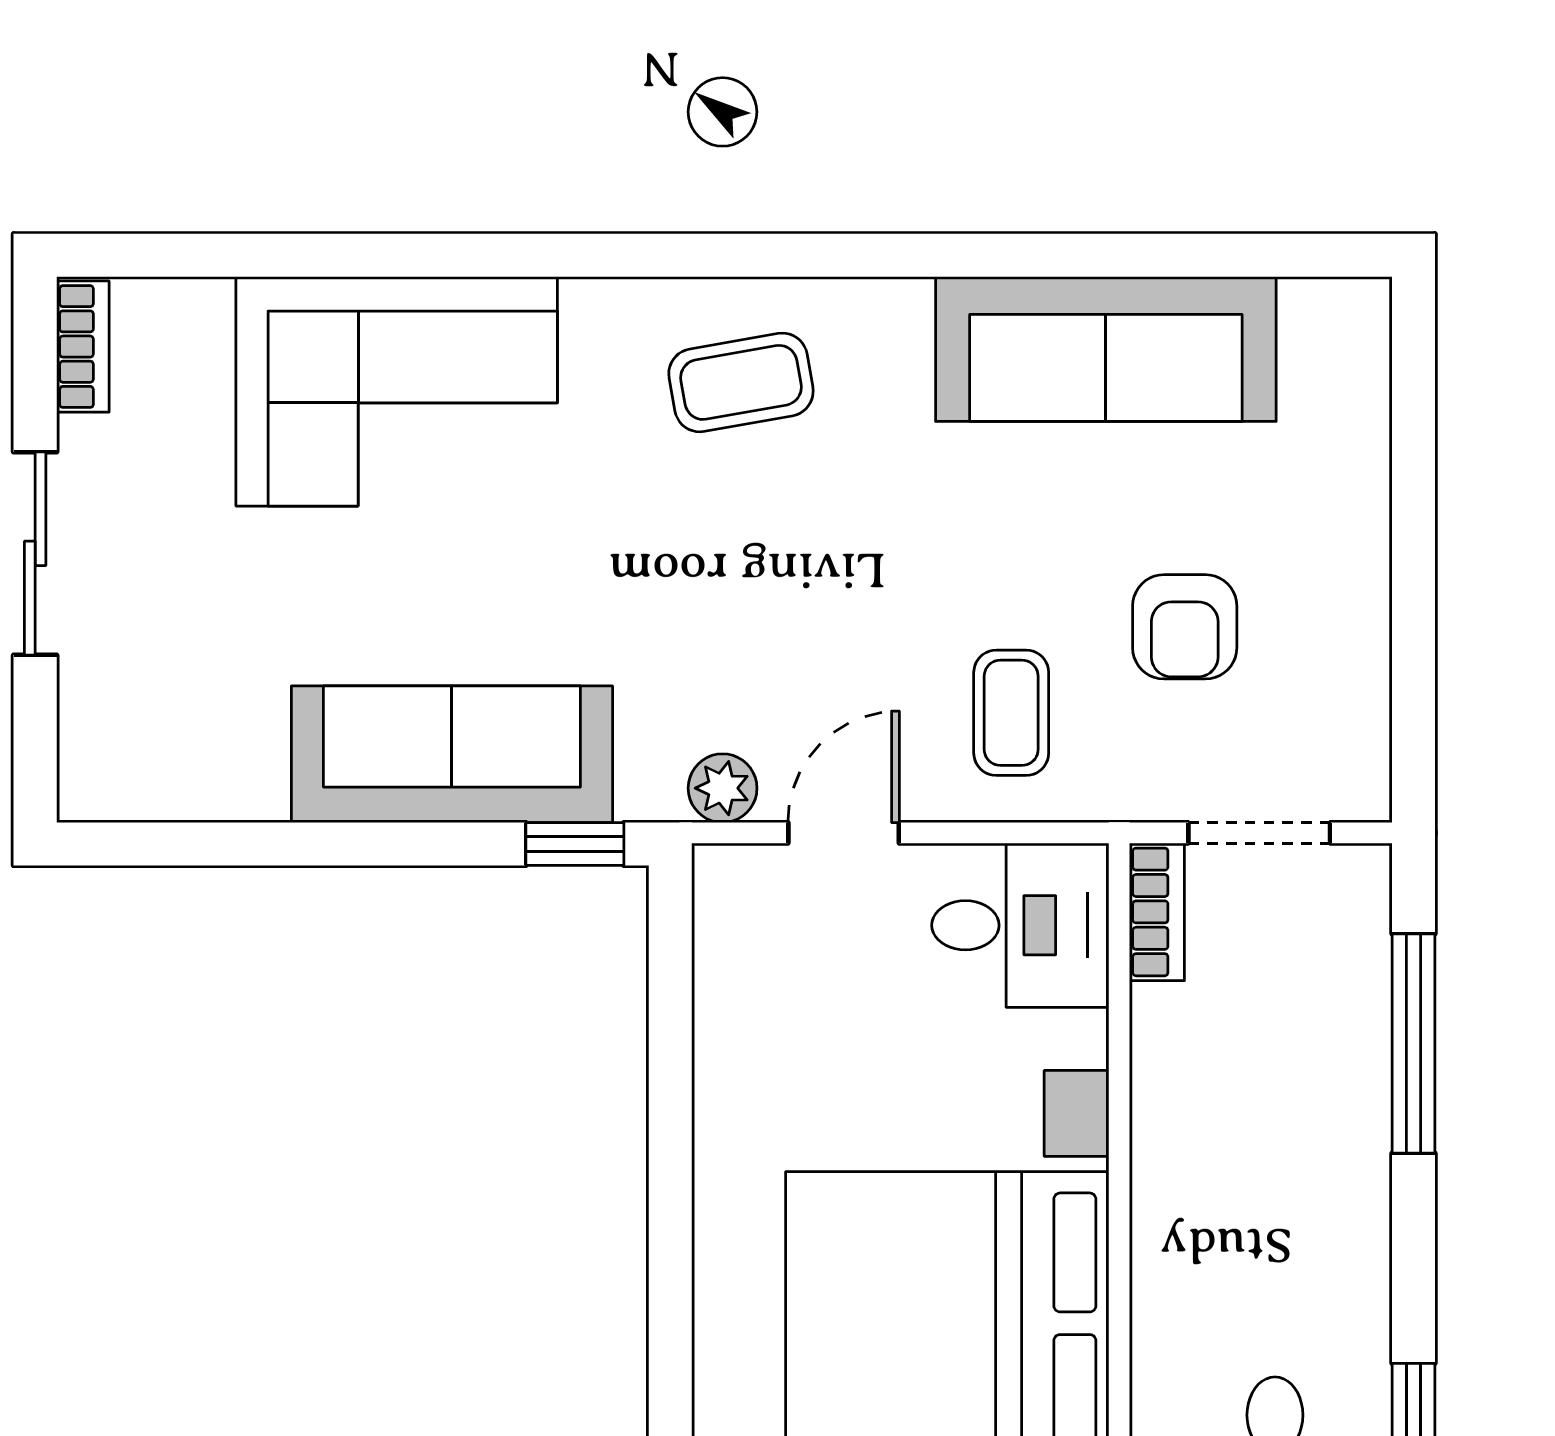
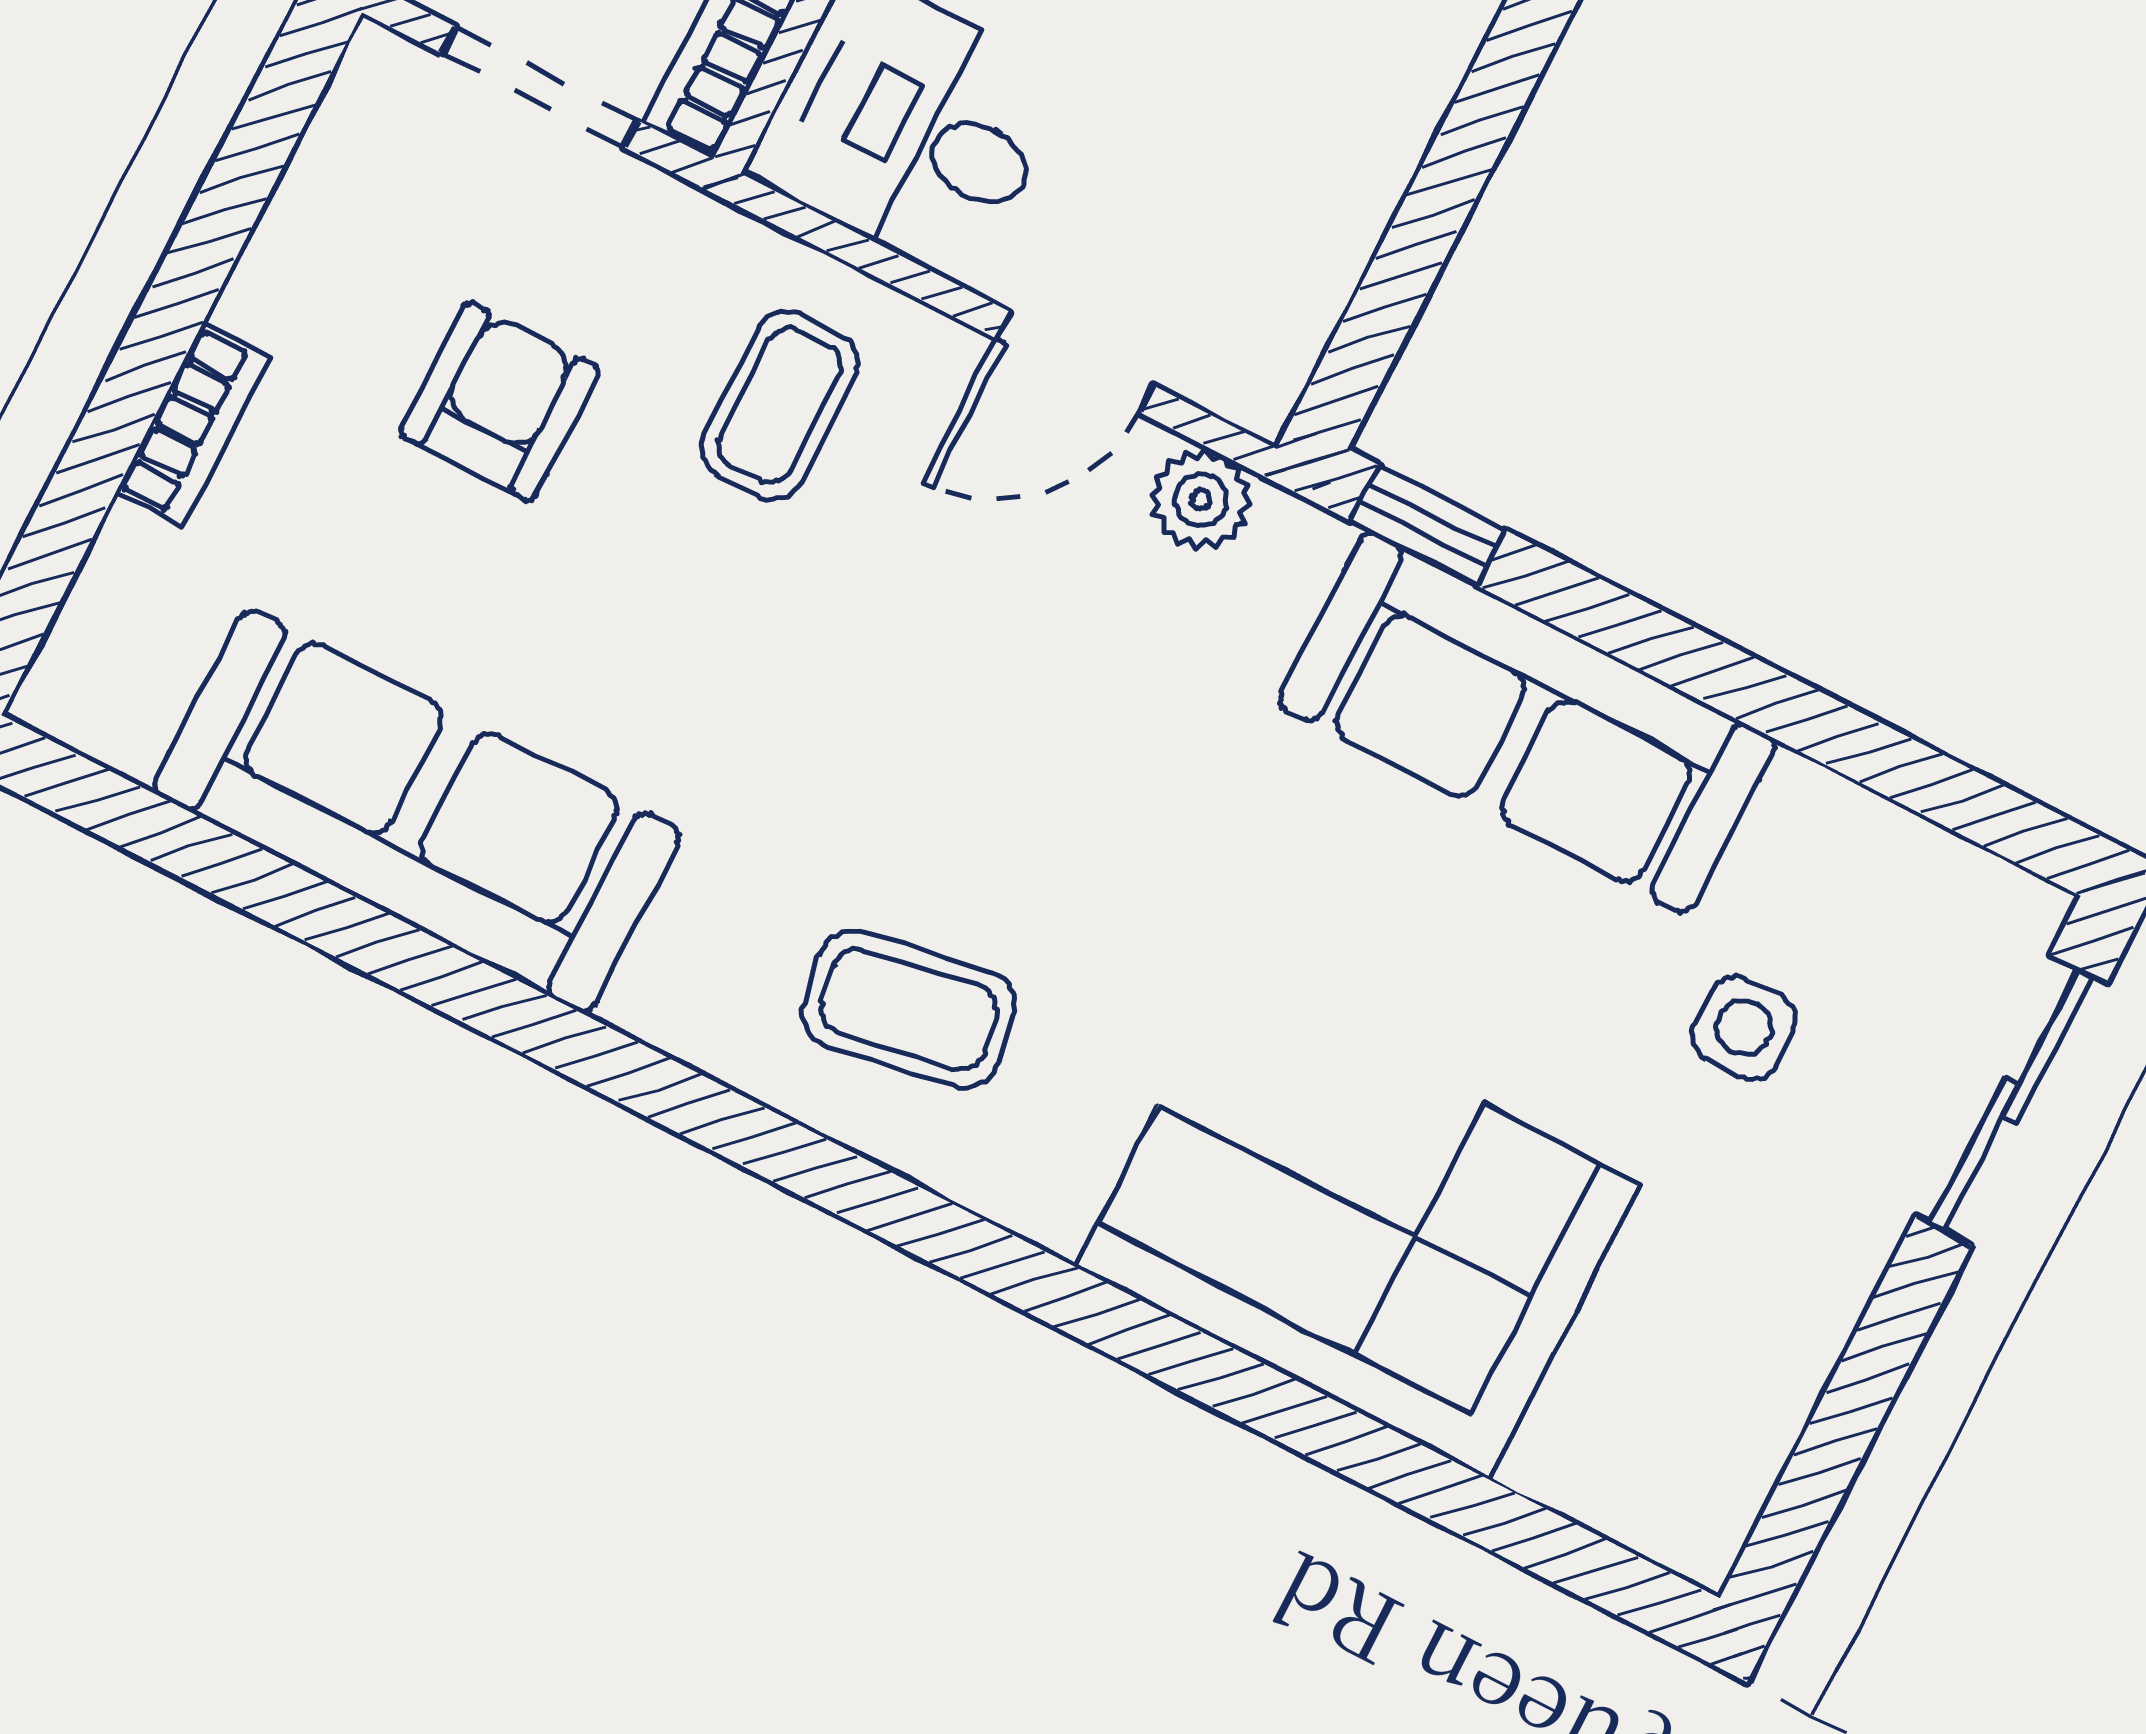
bookcase: (83, 347) -> (193, 425), moved, turned 180
sliding door: (35, 553) -> (2011, 1100), moved
side table: (222, 635) -> (1744, 1028), added

